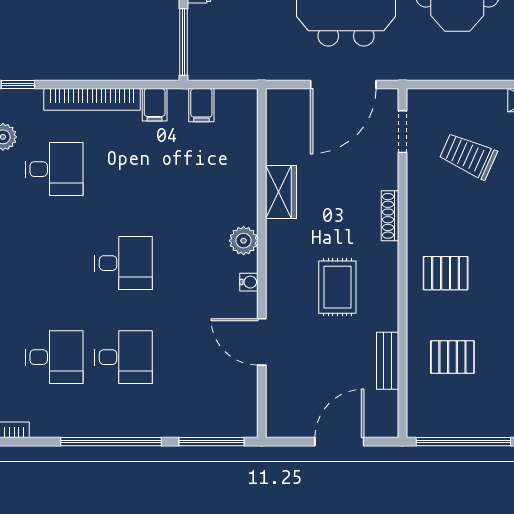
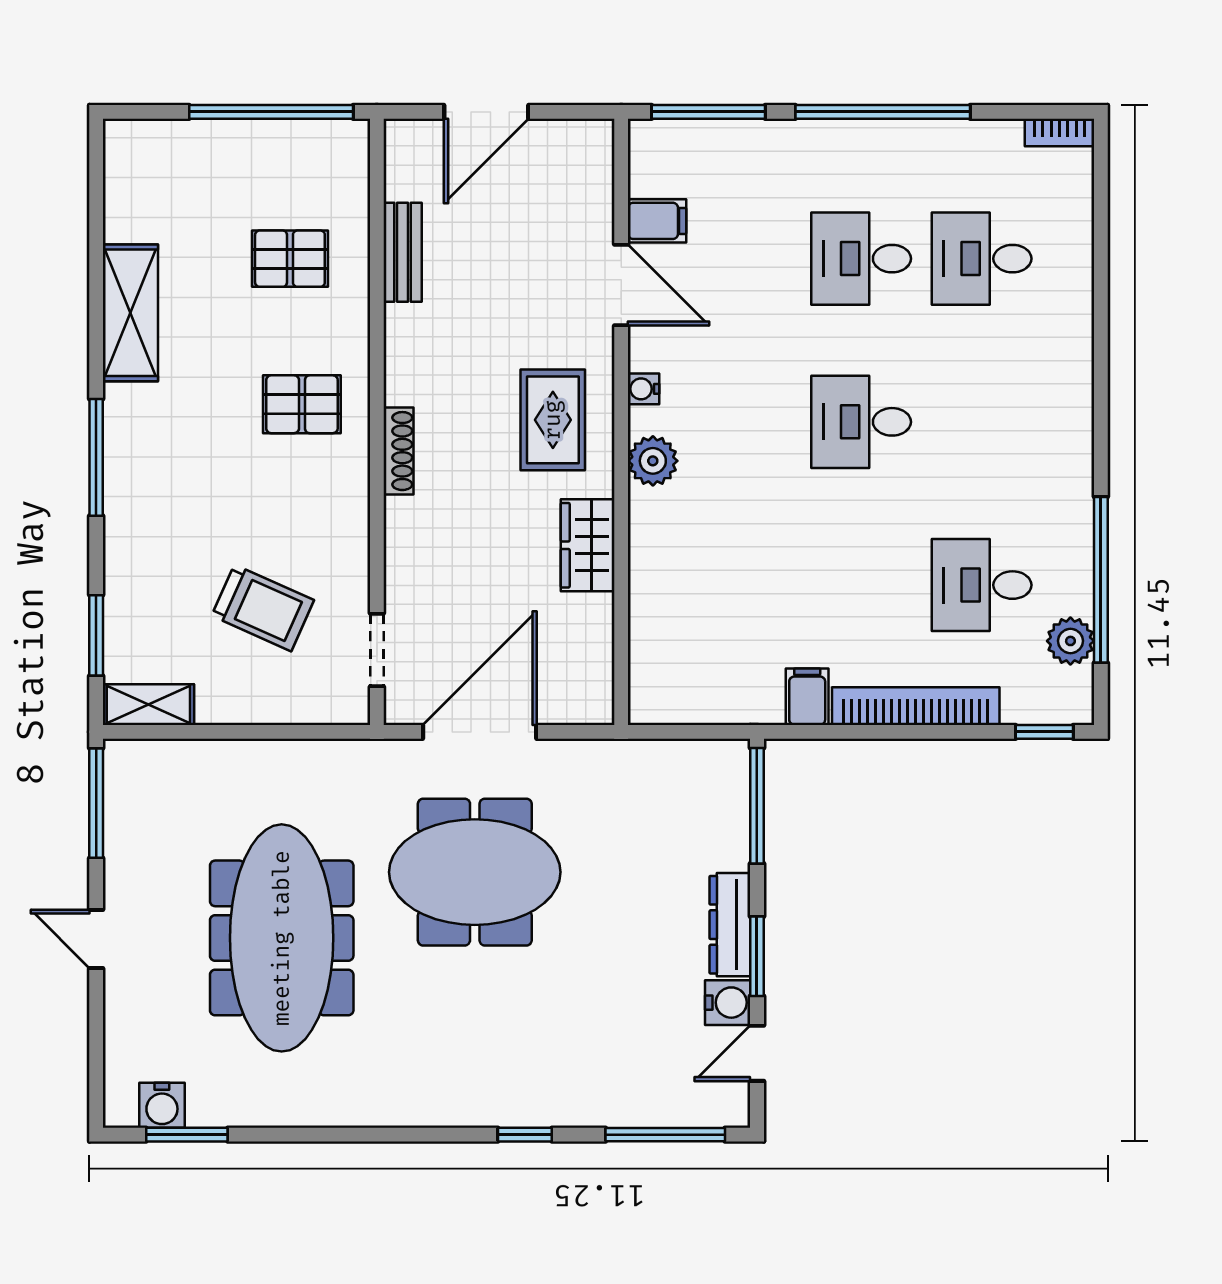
filing cabinet: (201, 105) -> (657, 221), moved, turned 90
shoe rack: (390, 216) -> (398, 451), moved
rug: (337, 287) -> (553, 420), moved

